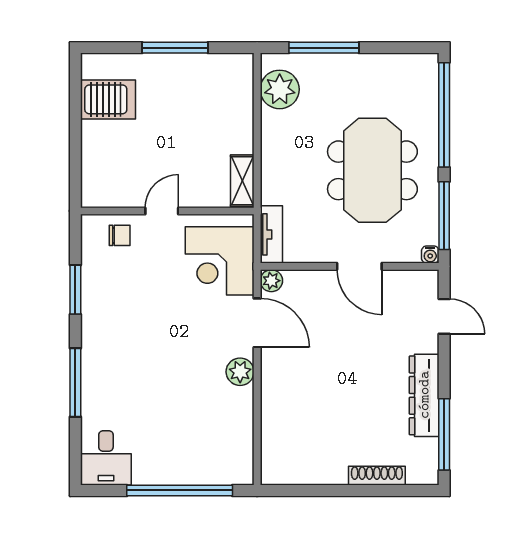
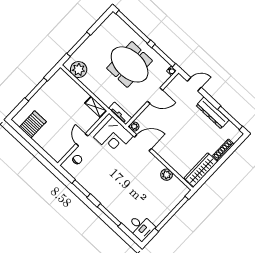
plant: (240, 372) -> (167, 175), moved
wardrobe: (305, 469) -> (201, 170), added

